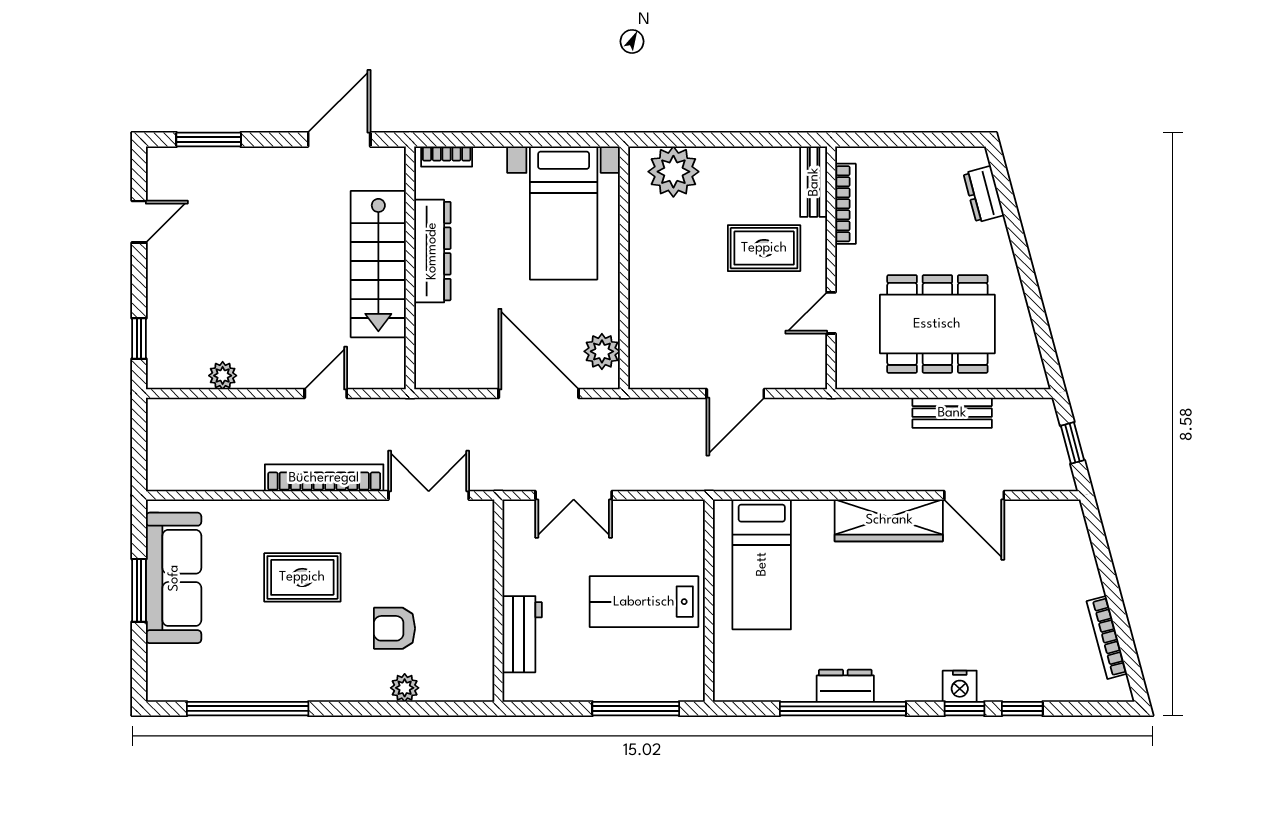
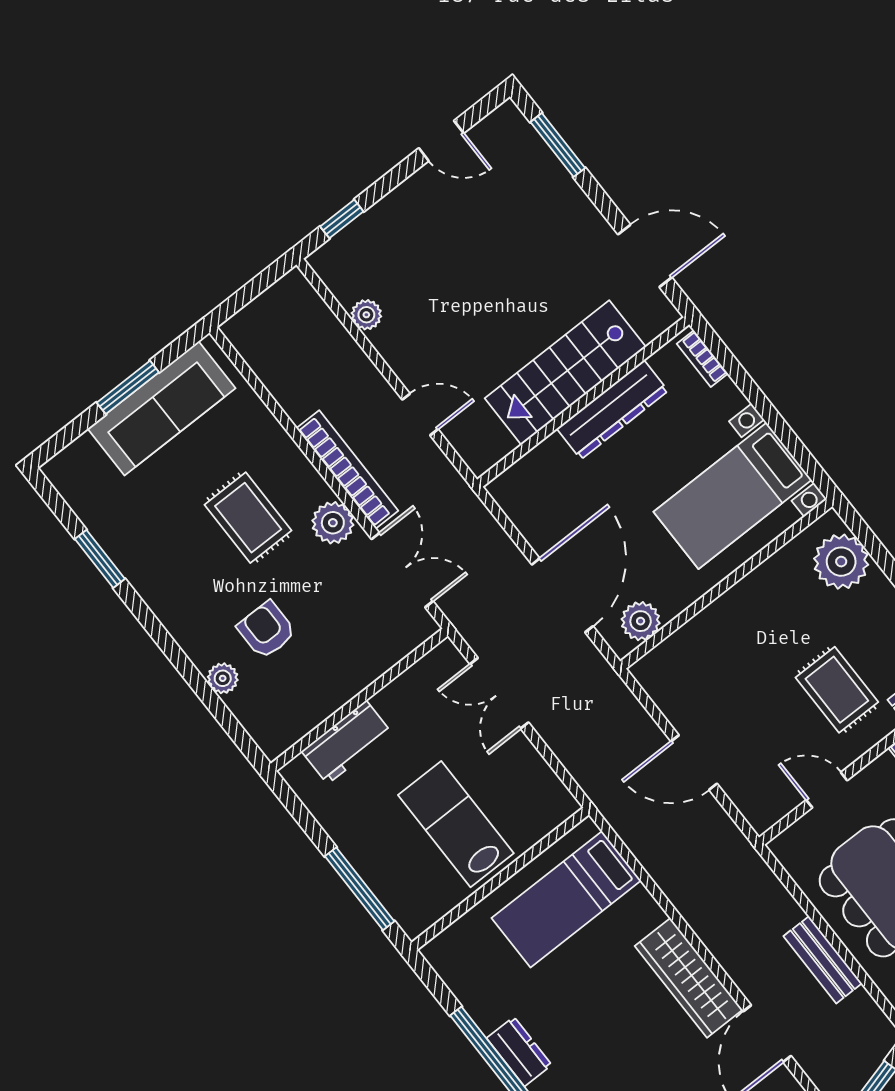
plant: (355, 519) -> (333, 523), added
window: (248, 709) -> (100, 559), width x0.47

